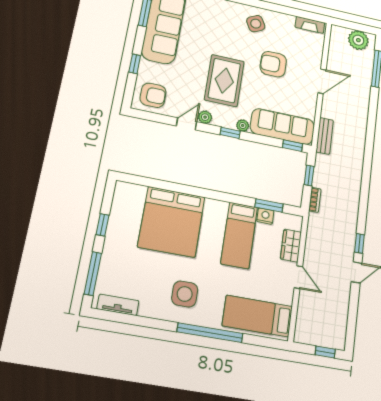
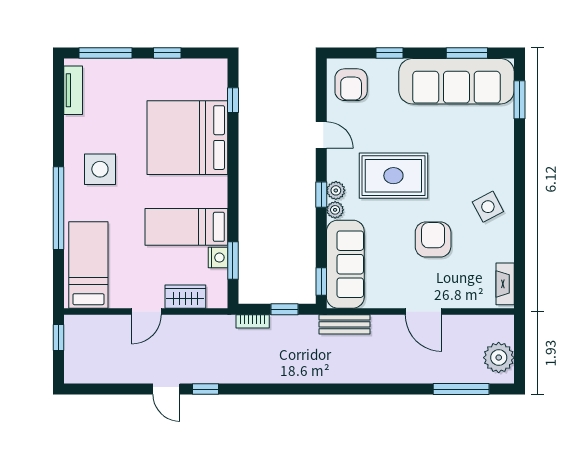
plant: (205, 117) -> (336, 190), moved
window: (149, 182) -> (233, 100), added
window: (325, 352) -> (58, 337), moved

